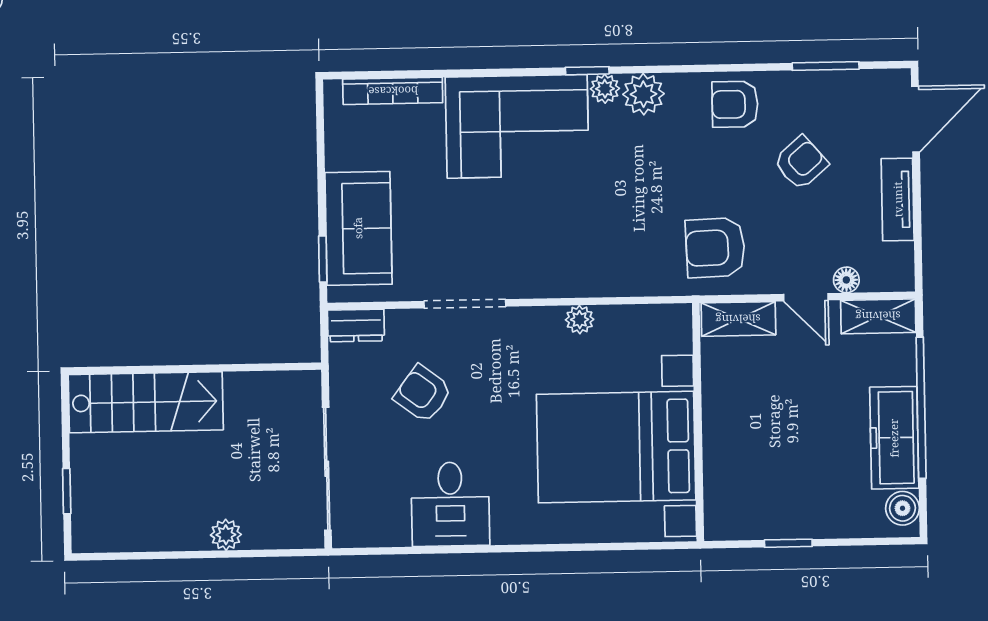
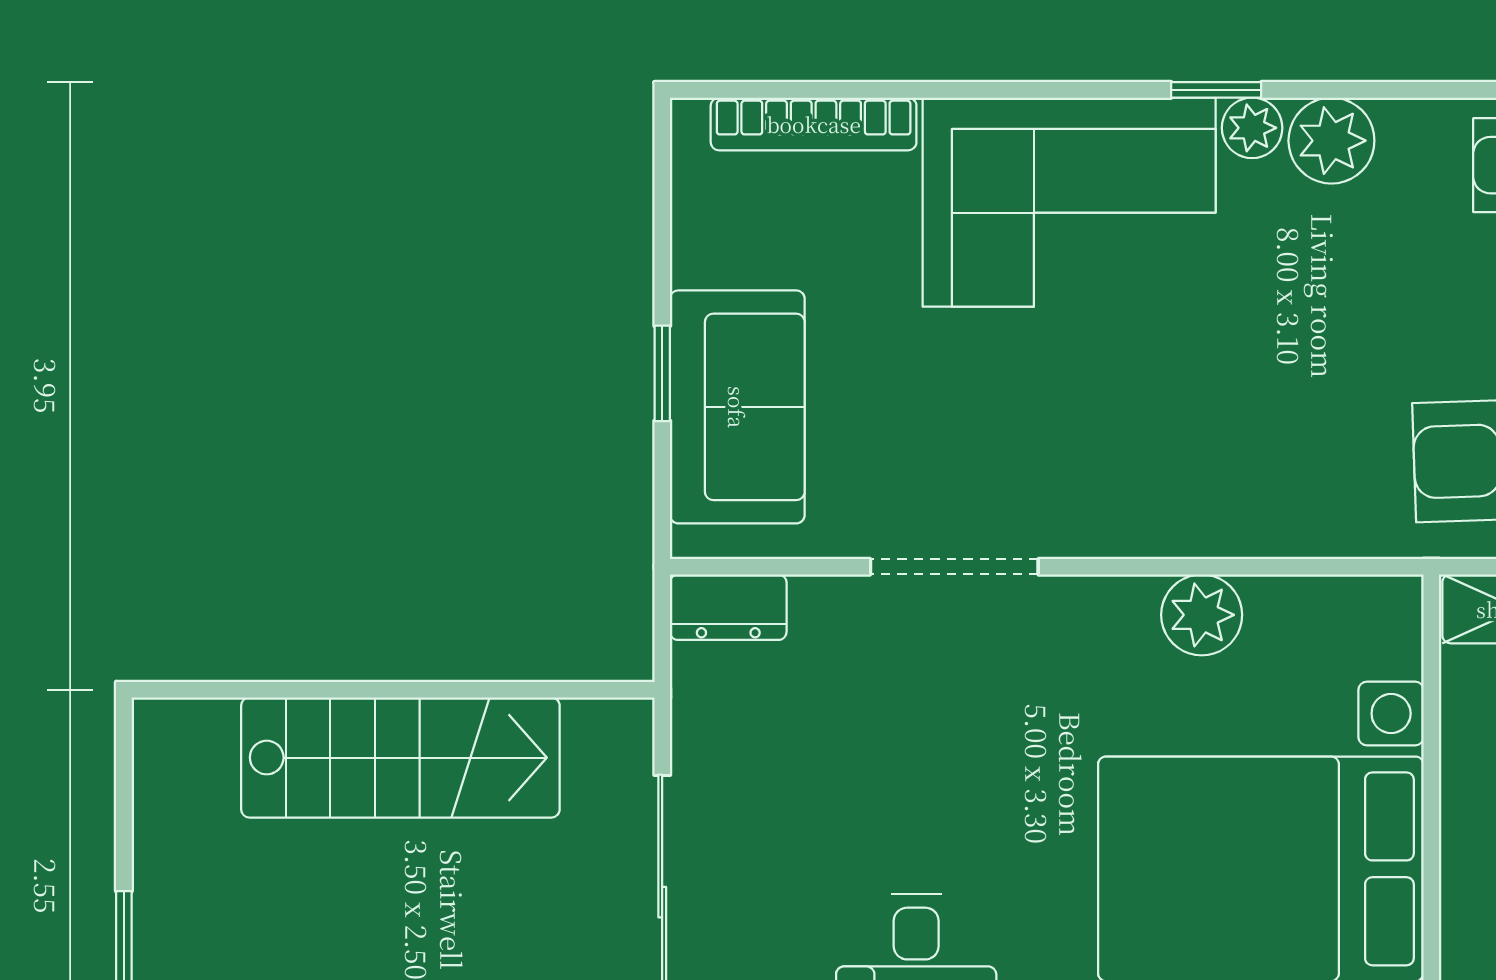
window: (323, 259) -> (662, 373), moved
plant: (580, 320) -> (1202, 615), width x1.38, depth x1.38
armchair: (423, 394) -> (864, 751), removed
stairs: (146, 402) -> (400, 758), moved

